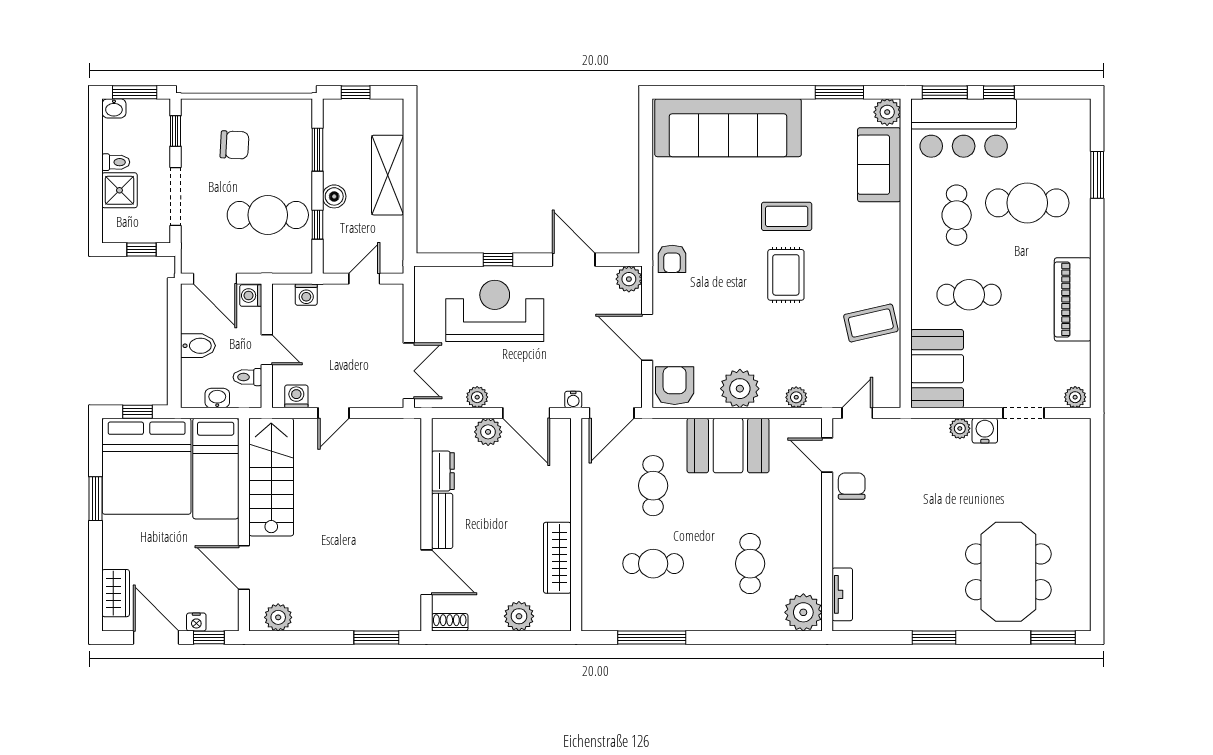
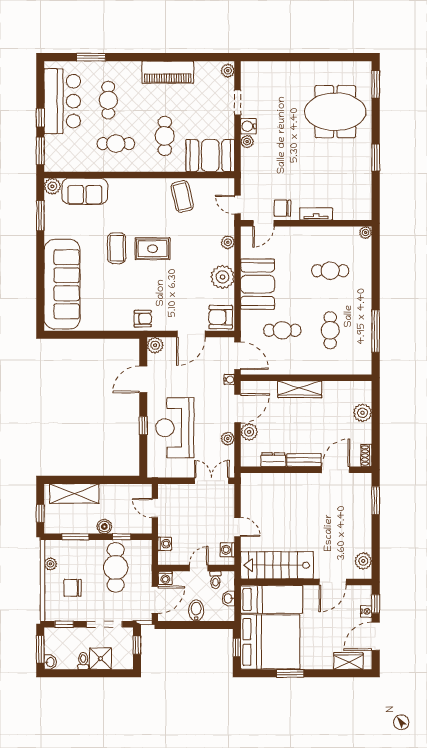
plant: (273, 109) -> (50, 564), added
bar counter: (964, 128) -> (62, 101), moved
chair: (234, 145) -> (73, 588), turned -93
shelving: (388, 175) -> (74, 494), moved
cafe table: (1027, 203) -> (108, 100), width x0.73, depth x0.74
wardrobe: (557, 558) -> (300, 389), moved
tv unit: (842, 594) -> (316, 214), moved
plant: (803, 612) -> (366, 233), width x0.53, depth x0.53

